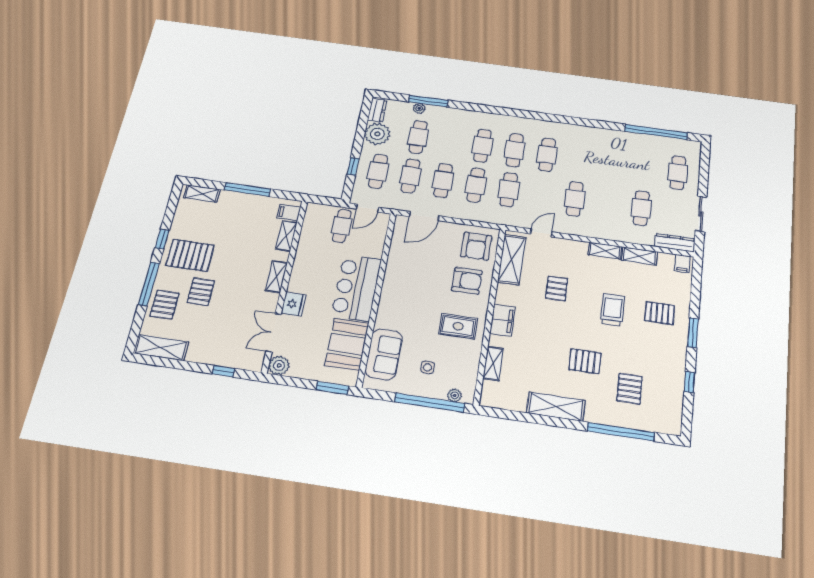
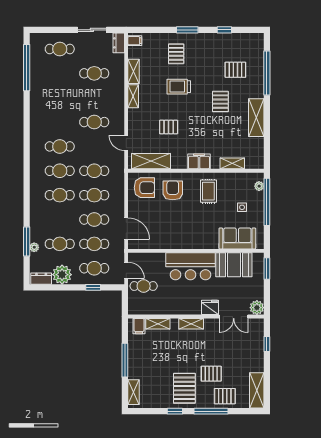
dresser: (675, 243) -> (119, 43), width x0.70

